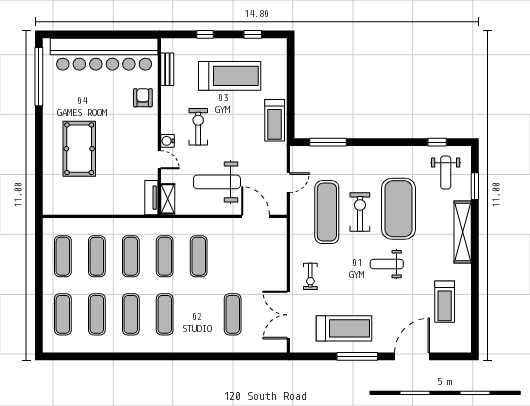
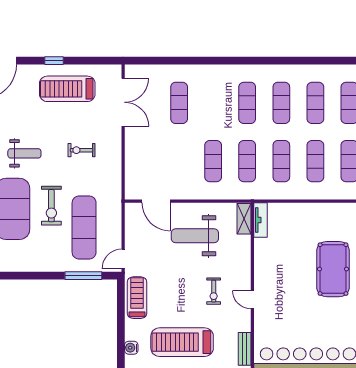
armchair: (143, 98) -> (269, 320), removed
exercise bike: (198, 127) -> (214, 291), width x0.73, depth x0.72
water cooler: (168, 141) -> (131, 348), moved, turned 180
door: (159, 160) -> (252, 300), moved
weight bench: (217, 182) -> (195, 236), turned 180
door: (288, 183) -> (123, 259), moved
exercise mat: (327, 212) -> (84, 228), moved
exercise bike: (310, 276) -> (81, 150), moved, turned -90
window: (357, 356) -> (54, 61), width x0.46

